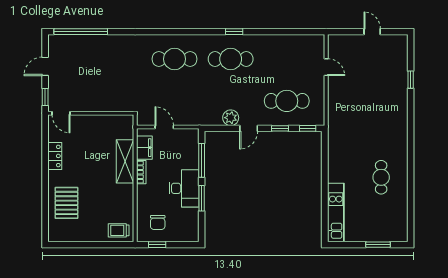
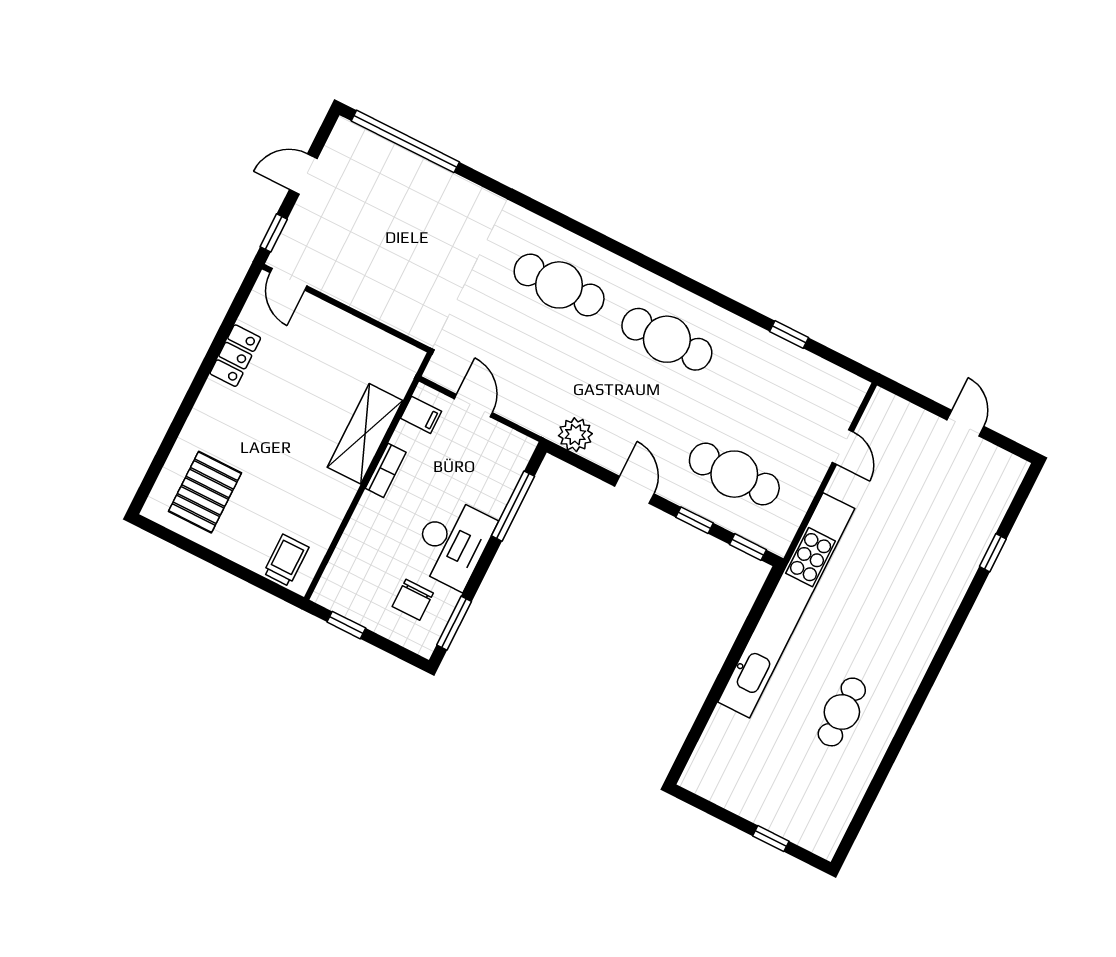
window: (234, 32) -> (789, 334), moved
plant: (231, 118) -> (575, 435), moved
door: (249, 128) -> (634, 490), swing flipped
filing cabinet: (144, 148) -> (421, 415), width x0.50
window: (202, 198) -> (454, 623), moved
pallet: (66, 203) -> (205, 492), moved
kitchen unit: (336, 213) -> (786, 605), moved, width x1.86
chair: (158, 222) -> (413, 600), moved
trolley: (119, 230) -> (286, 560), turned 90
window: (378, 245) -> (771, 839), width x0.67

